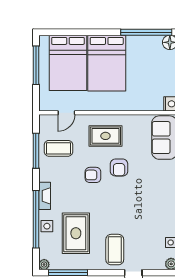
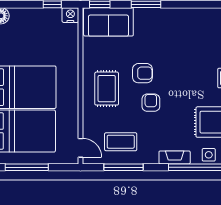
door: (66, 113) -> (80, 148), moved
coffee table: (58, 148) -> (121, 142), turned 90
armchair: (93, 175) -> (151, 103), turned 180

